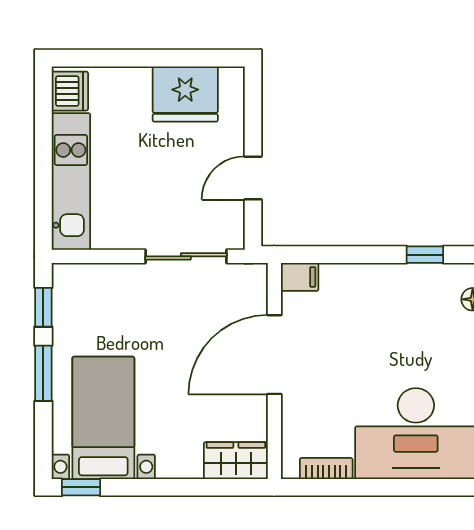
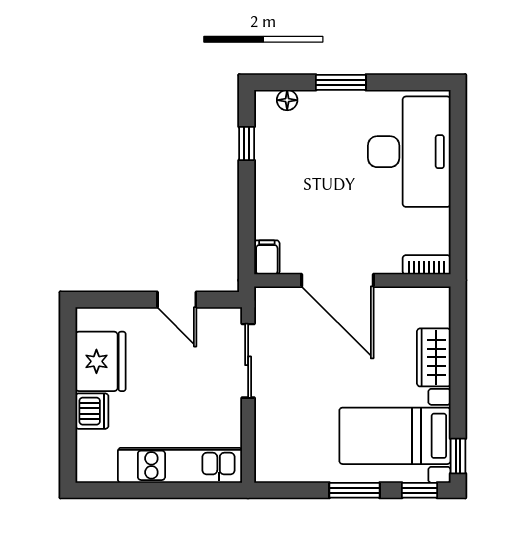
dishwasher: (70, 91) -> (92, 411), moved, turned 90
window: (43, 307) -> (419, 490), moved
wardrobe: (236, 461) -> (434, 357), moved
bookcase: (326, 468) -> (427, 265), moved, turned 90

